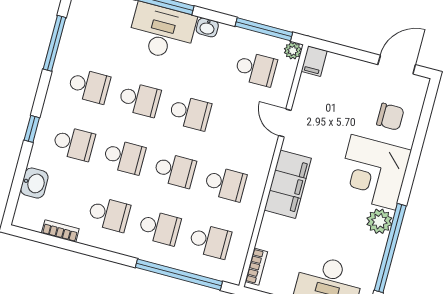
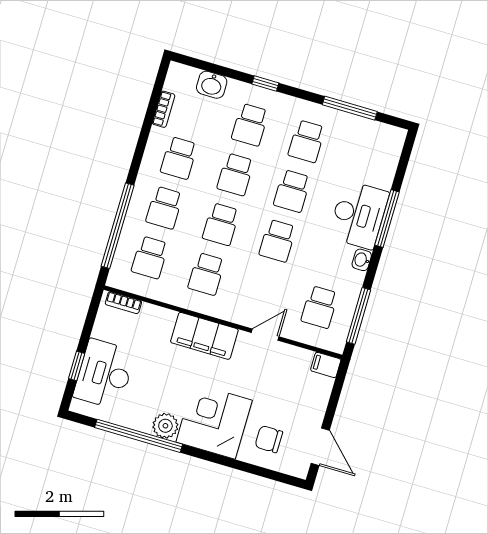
plant: (293, 51) -> (337, 344), removed
chair: (390, 117) -> (269, 439), turned 90

